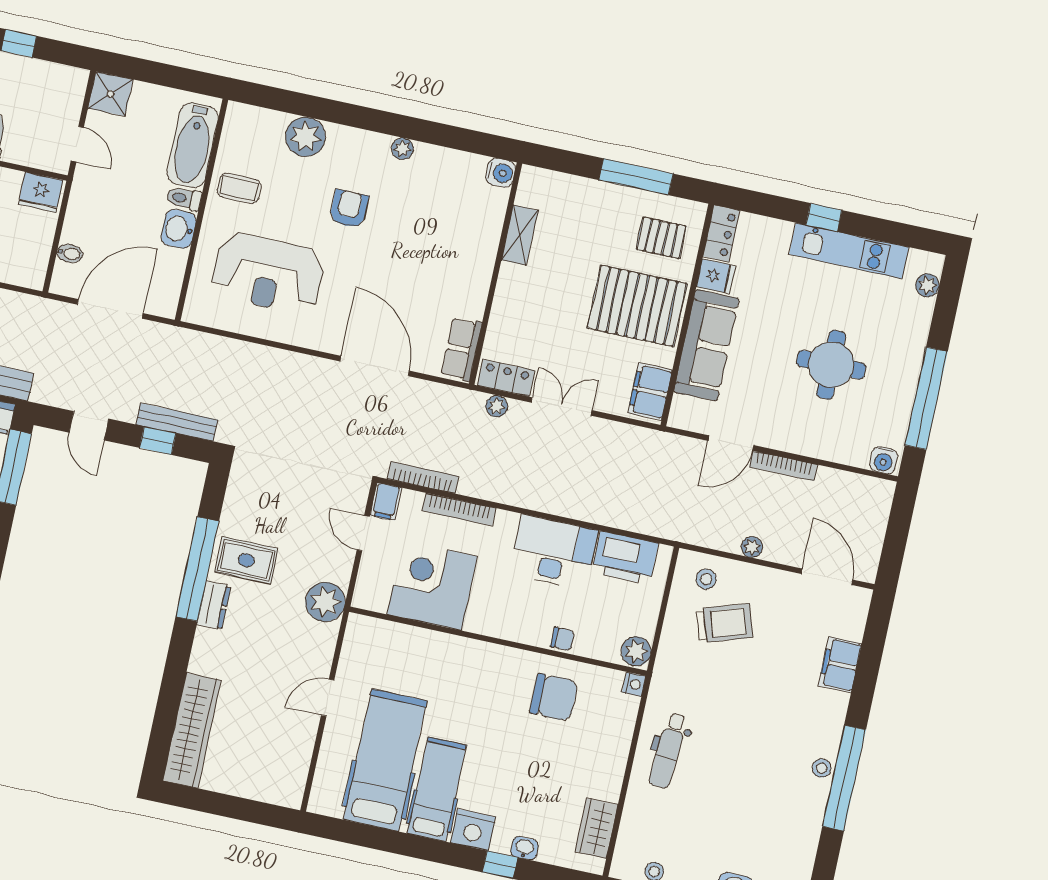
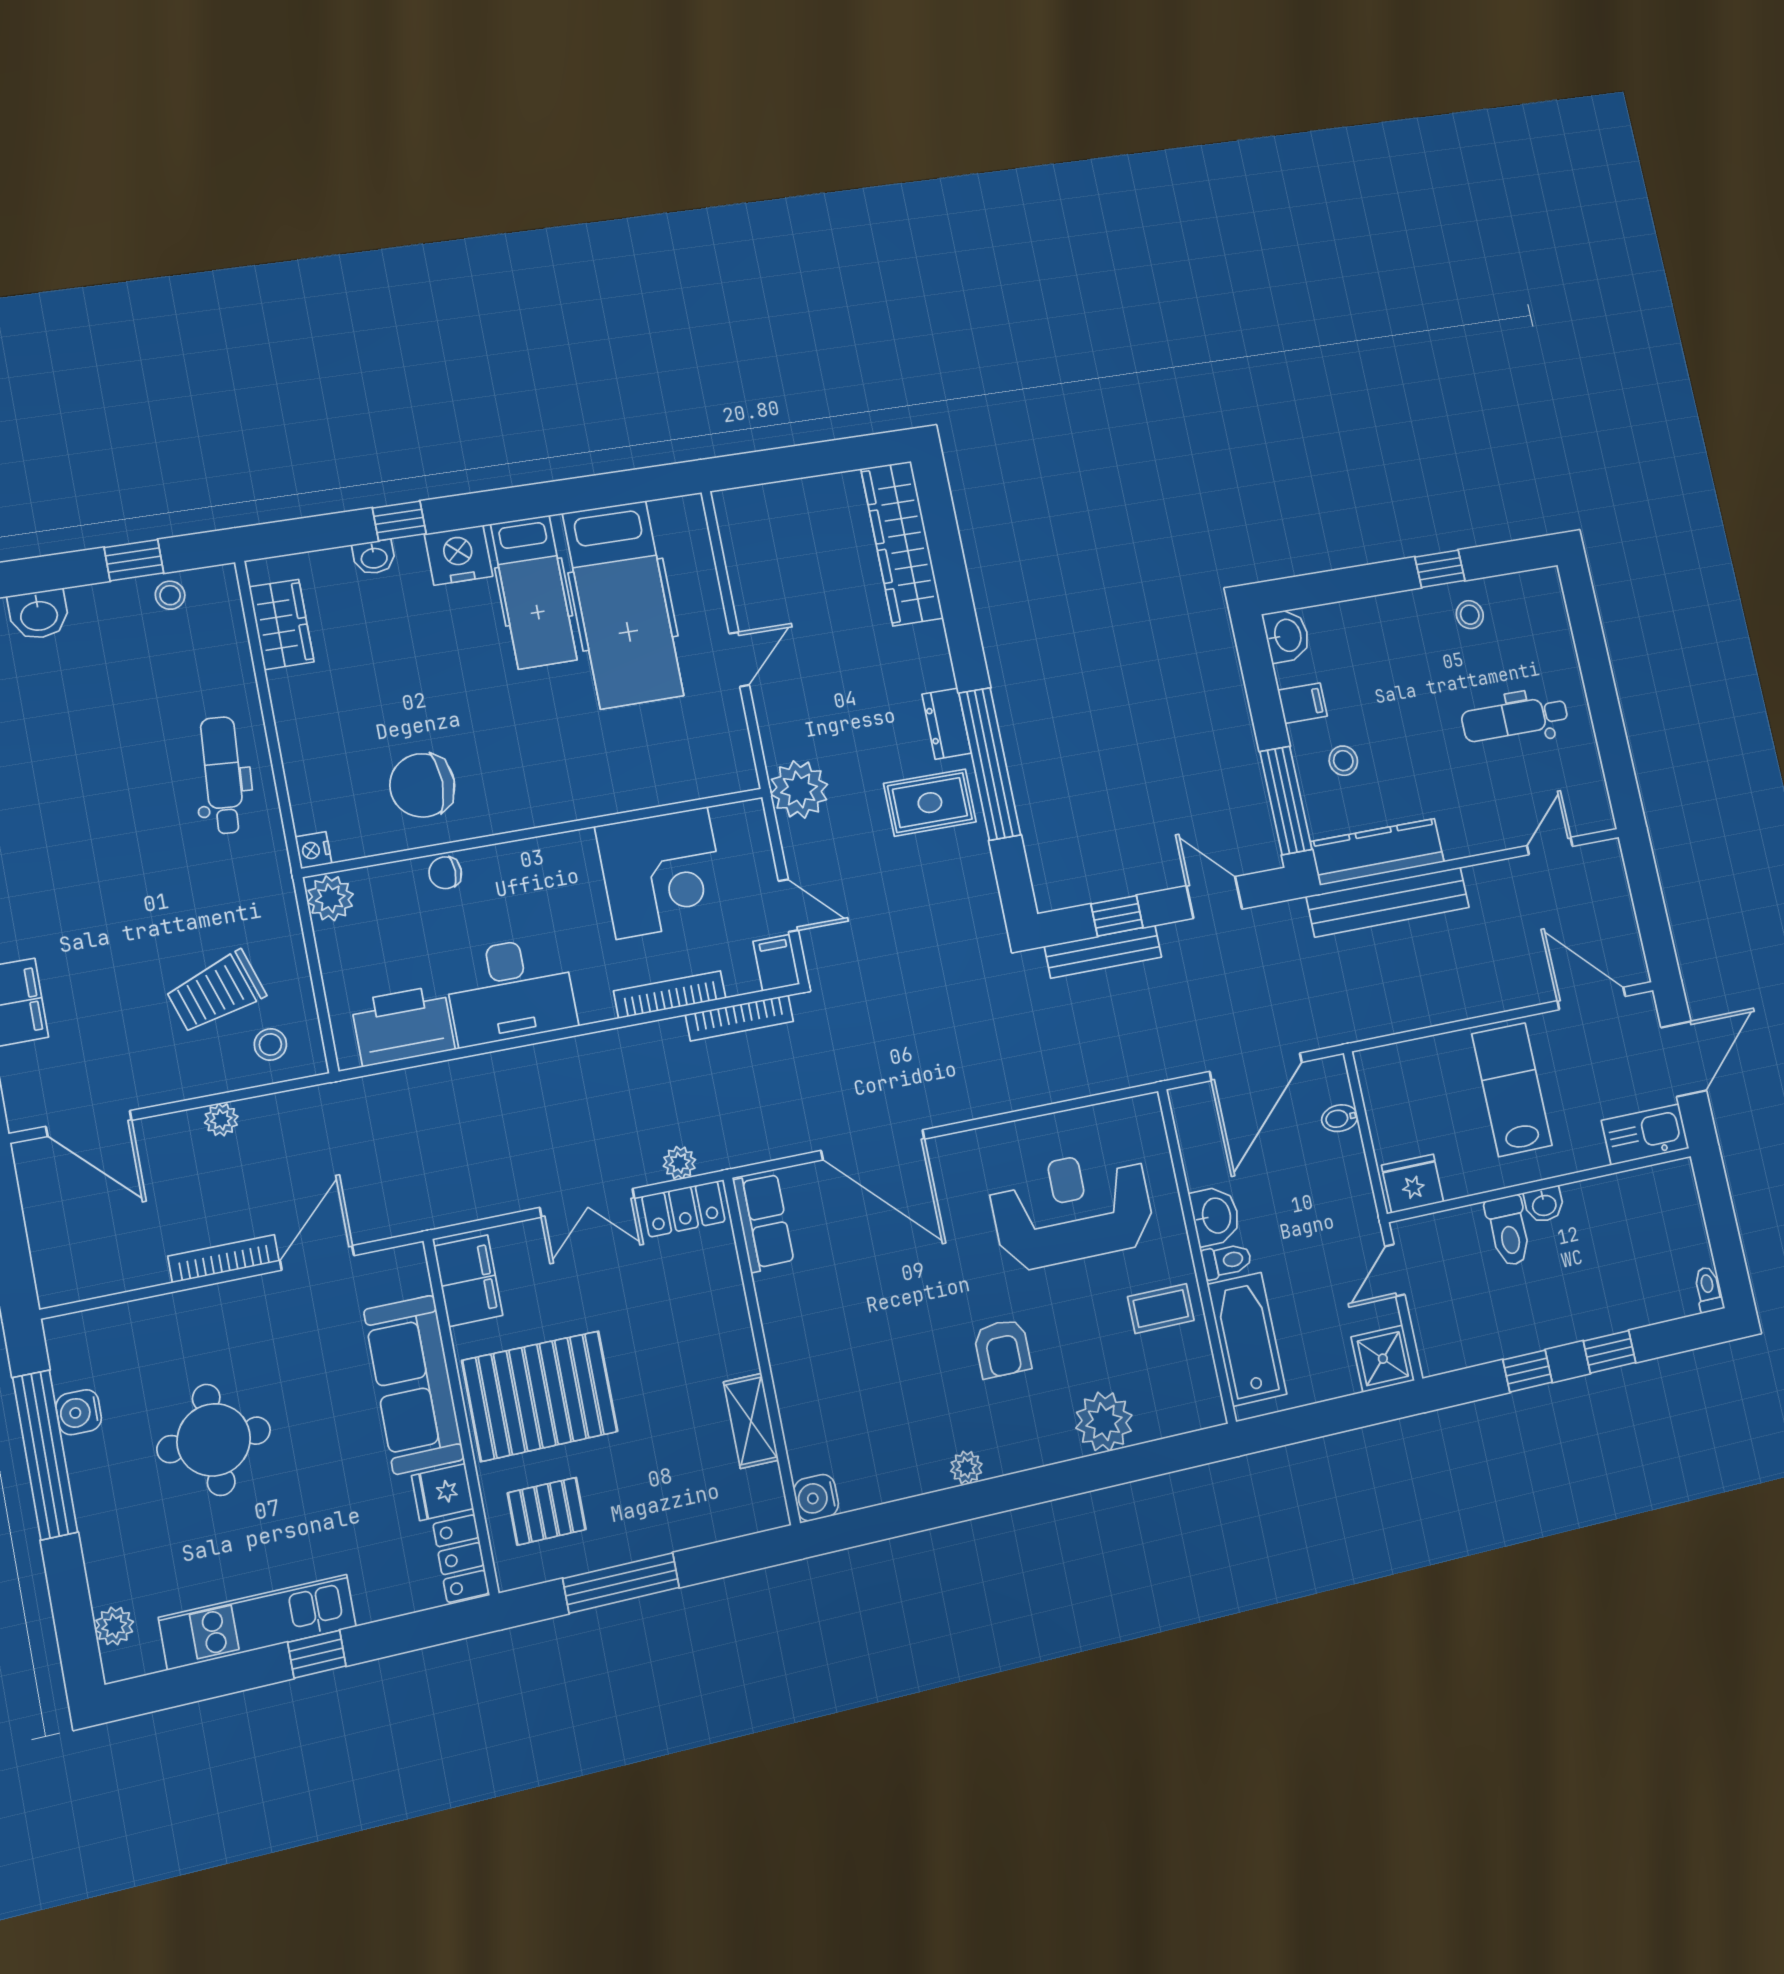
door: (77, 144) -> (1395, 1270), hinge flipped
water cooler: (884, 460) -> (79, 1412), moved, turned -90

